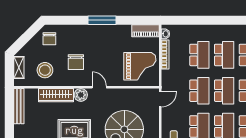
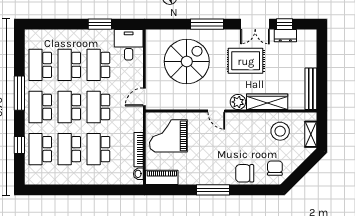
chair: (76, 62) -> (245, 173), moved, turned -90

